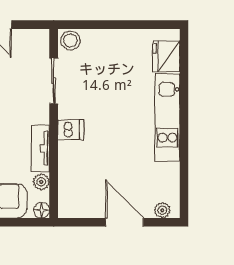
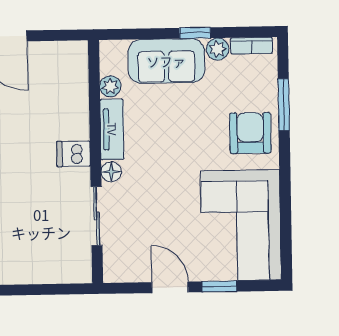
stool: (70, 40) -> (76, 269), removed
floor lamp: (42, 210) -> (111, 172), moved

